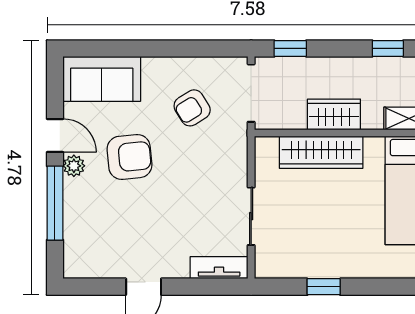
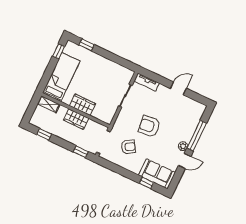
window: (115, 48) -> (147, 183), added
door: (55, 136) -> (185, 161), swing flipped
wardrobe: (321, 152) -> (82, 105), width x0.67
armchair: (129, 157) -> (149, 126), moved
window: (324, 287) -> (87, 45), moved

